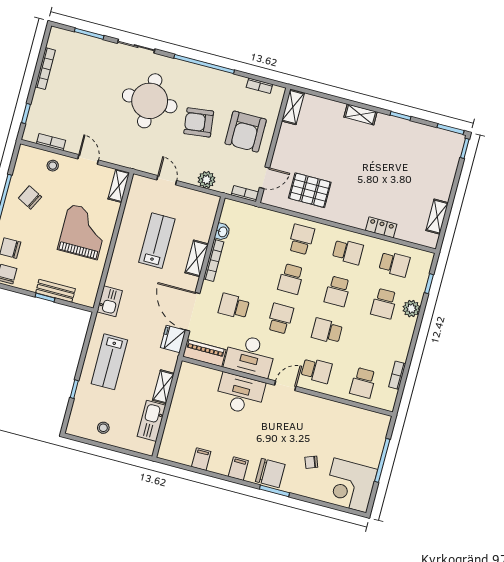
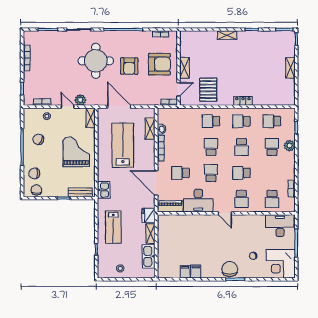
shelving: (293, 107) -> (184, 68), moved
armchair: (199, 122) -> (129, 66), turned -83
armchair: (246, 132) -> (159, 64), turned -90
door: (167, 180) -> (119, 107), width x1.87
plant: (206, 180) -> (80, 100), moved
pallet: (310, 190) -> (208, 90), turned 90
shelving: (437, 217) -> (290, 68), moved
locker: (381, 227) -> (243, 101), moved
school desk: (301, 239) -> (211, 121), turned -90
lab bench: (157, 241) -> (123, 145), width x1.36, depth x1.39
school desk: (348, 252) -> (241, 121), turned 180
shelving: (197, 258) -> (150, 129), moved
school desk: (394, 264) -> (272, 121), turned 180
school desk: (291, 279) -> (211, 147), turned 180
bench: (55, 291) -> (80, 192), moved
school desk: (384, 304) -> (272, 147), turned 180
fridge: (173, 339) -> (149, 215), moved
school desk: (316, 370) -> (241, 199), turned 90
door: (285, 386) -> (225, 213), swing flipped
desk: (240, 394) -> (280, 226), moved
filing cabinet: (238, 469) -> (196, 272), moved
chair: (270, 473) -> (230, 269), turned -90

